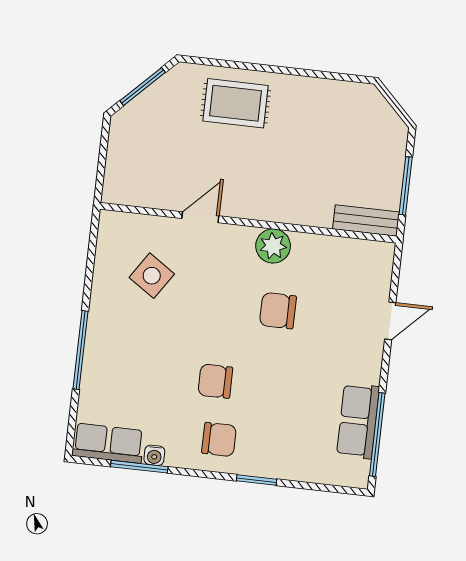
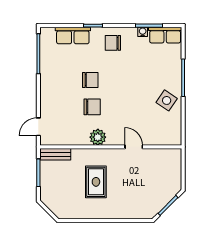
rug: (236, 103) -> (96, 182), moved, turned 90
door: (200, 217) -> (134, 147), swing flipped
side table: (152, 276) -> (167, 100), moved
door: (390, 321) -> (38, 127), moved
chair: (215, 381) -> (90, 80), moved
row of seats: (358, 421) -> (73, 36), moved, turned 90

